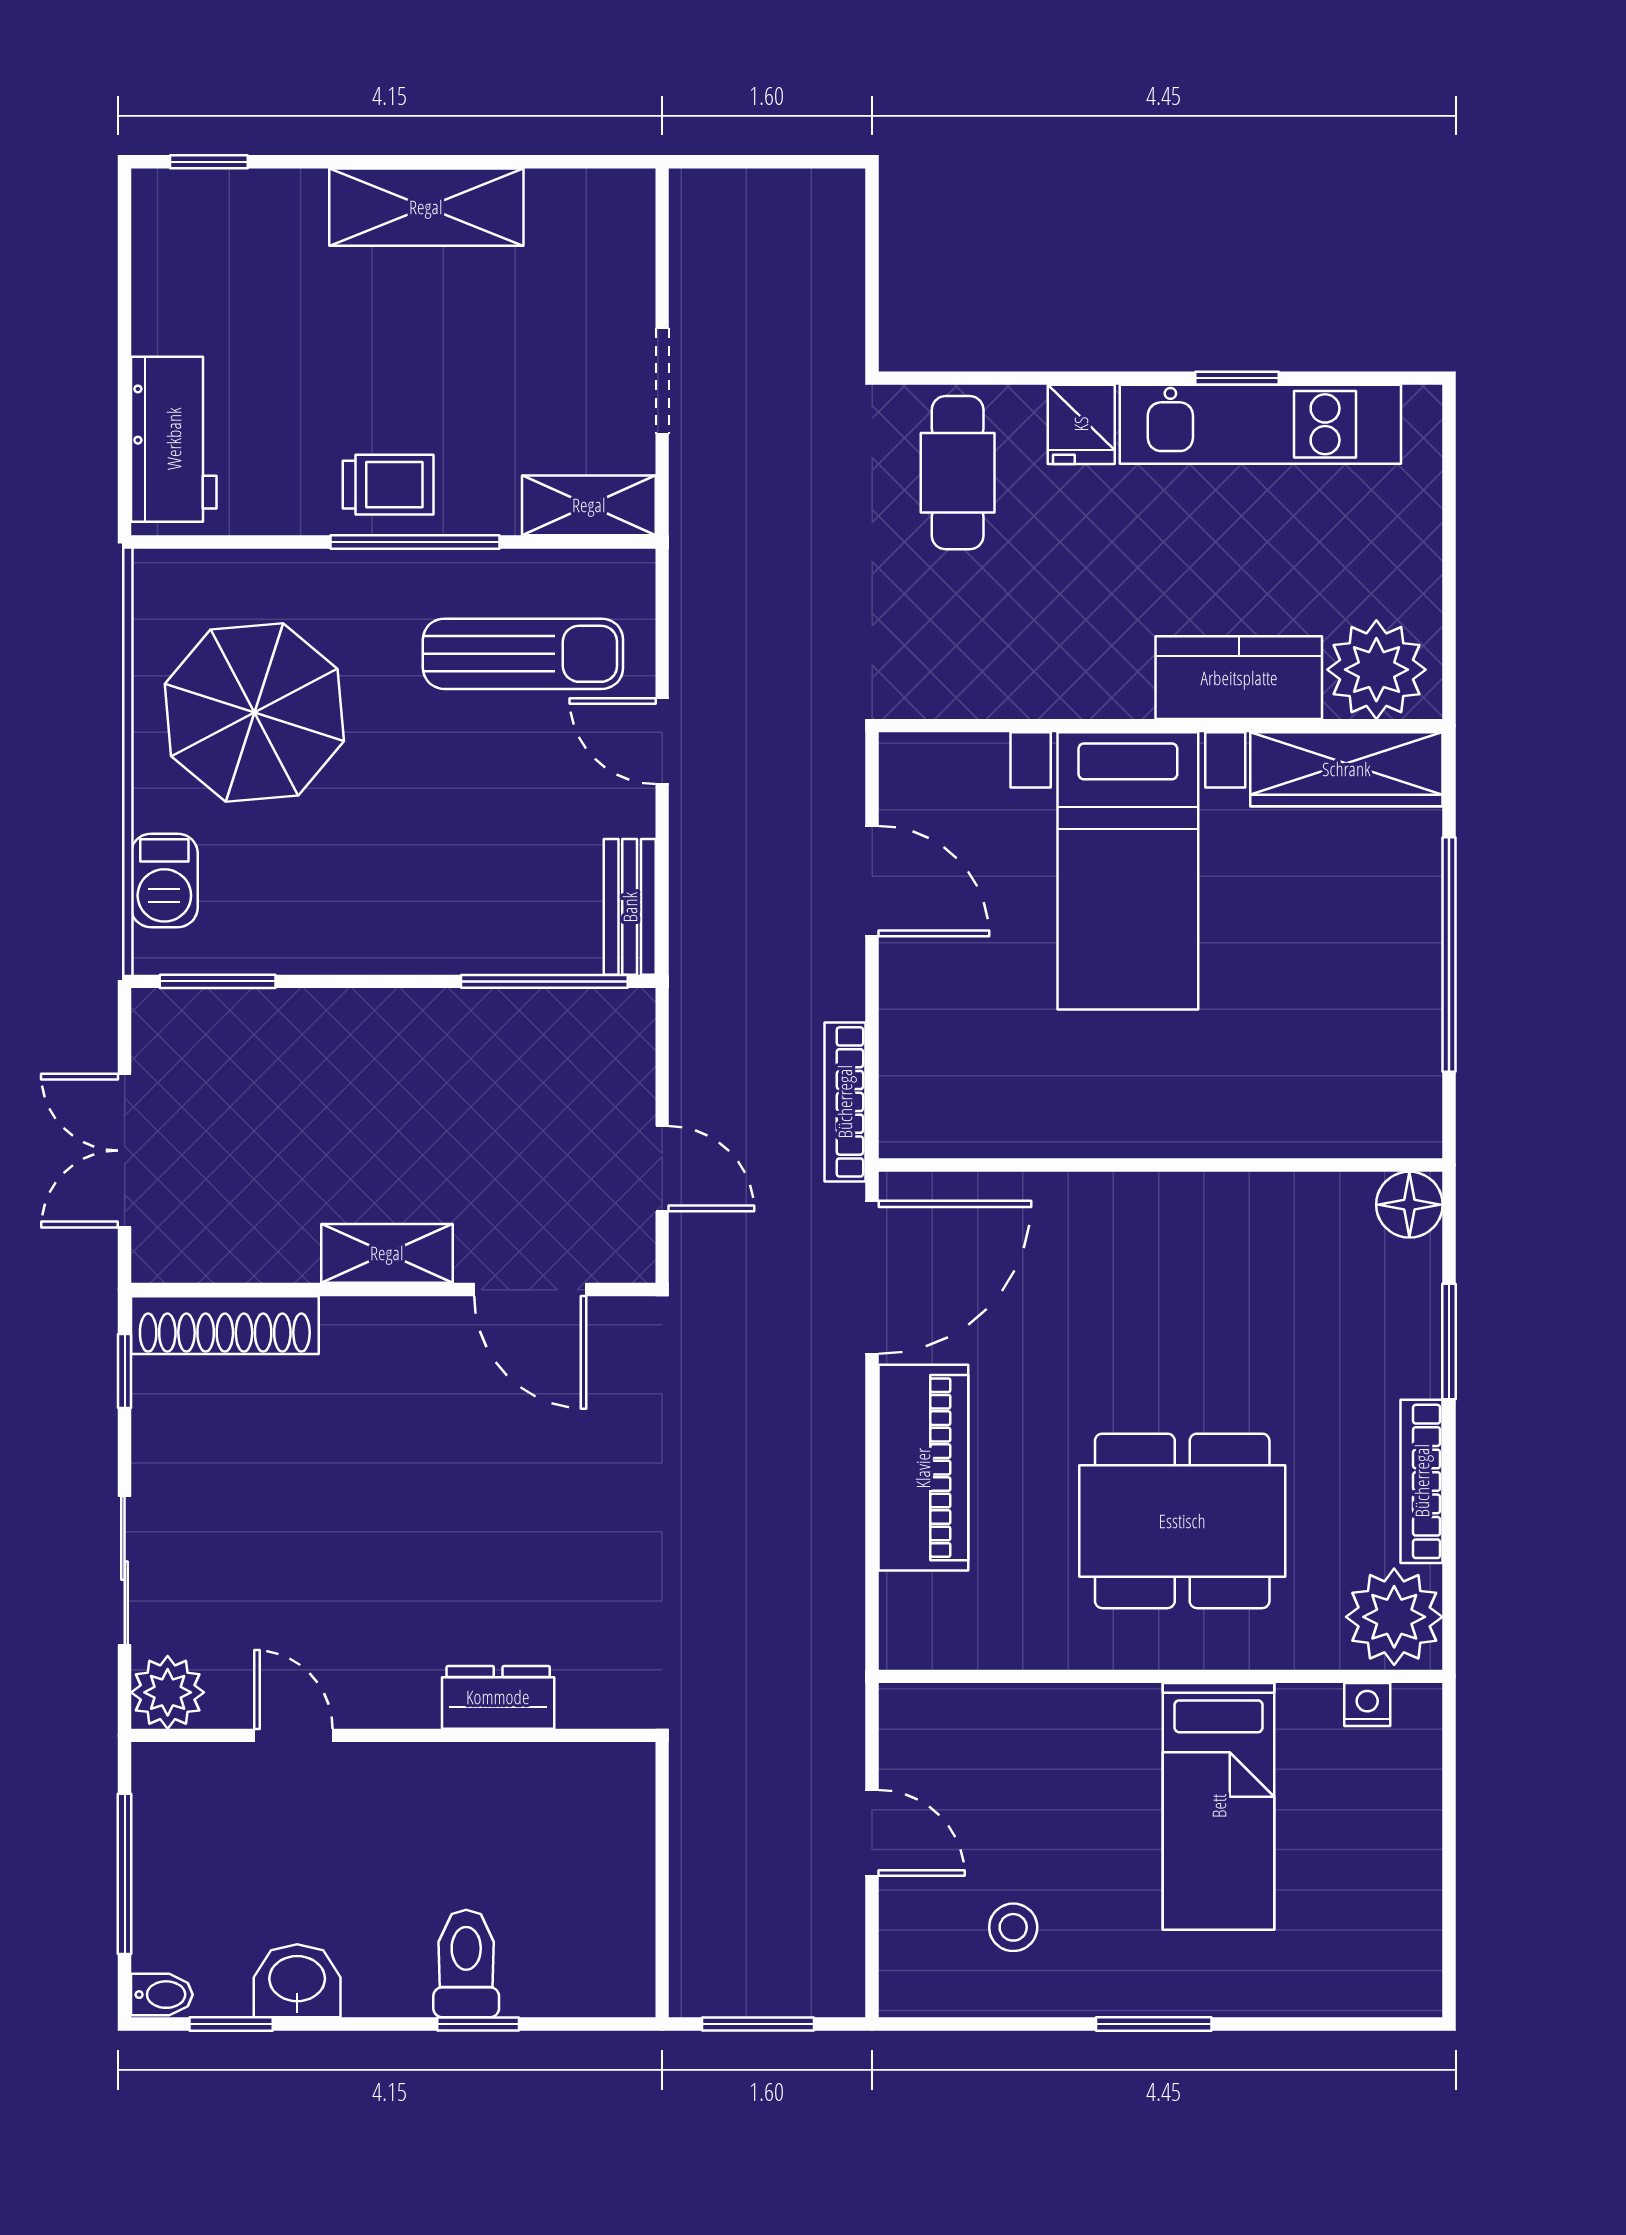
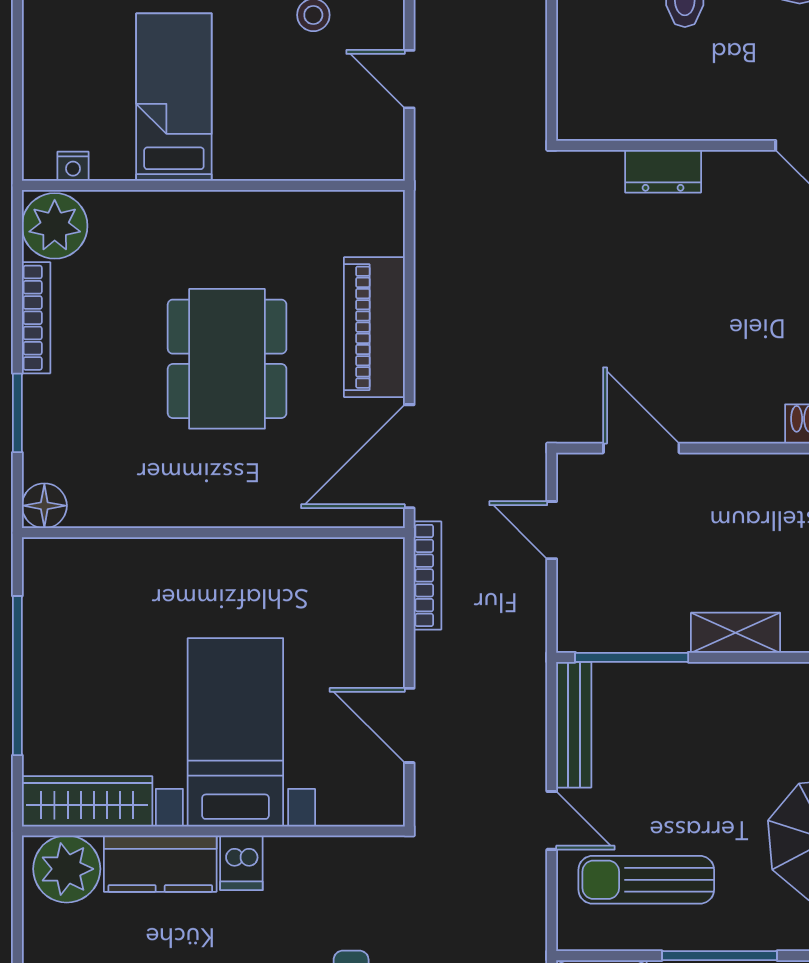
dishwasher: (1119, 679) -> (241, 863), added
bench: (630, 907) -> (574, 725), width x1.36
shelving: (387, 1253) -> (736, 633), moved
dining table: (1182, 1521) -> (227, 359), moved, turned 90

